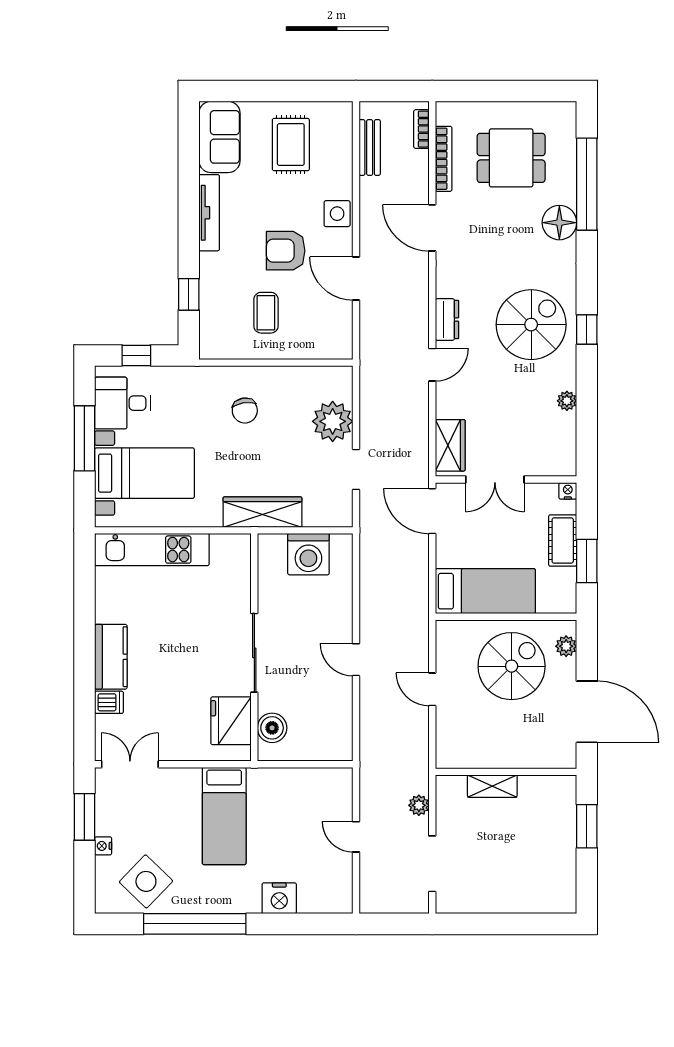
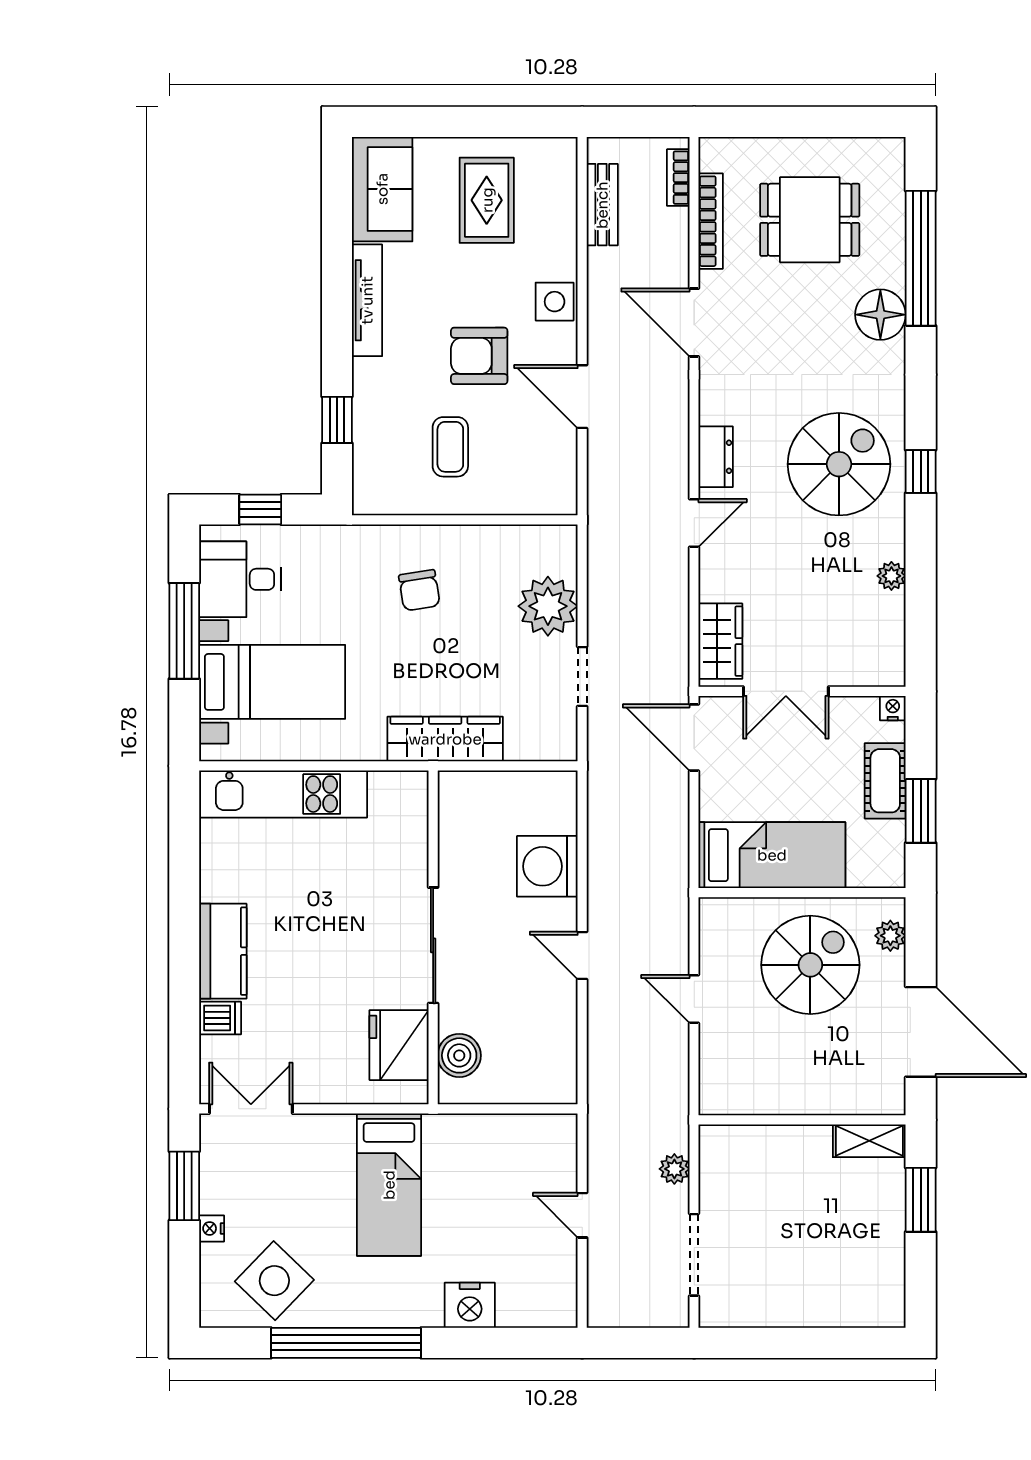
washing machine: (308, 554) -> (547, 866), moved, turned 90
shelving: (492, 786) -> (869, 1141), moved

